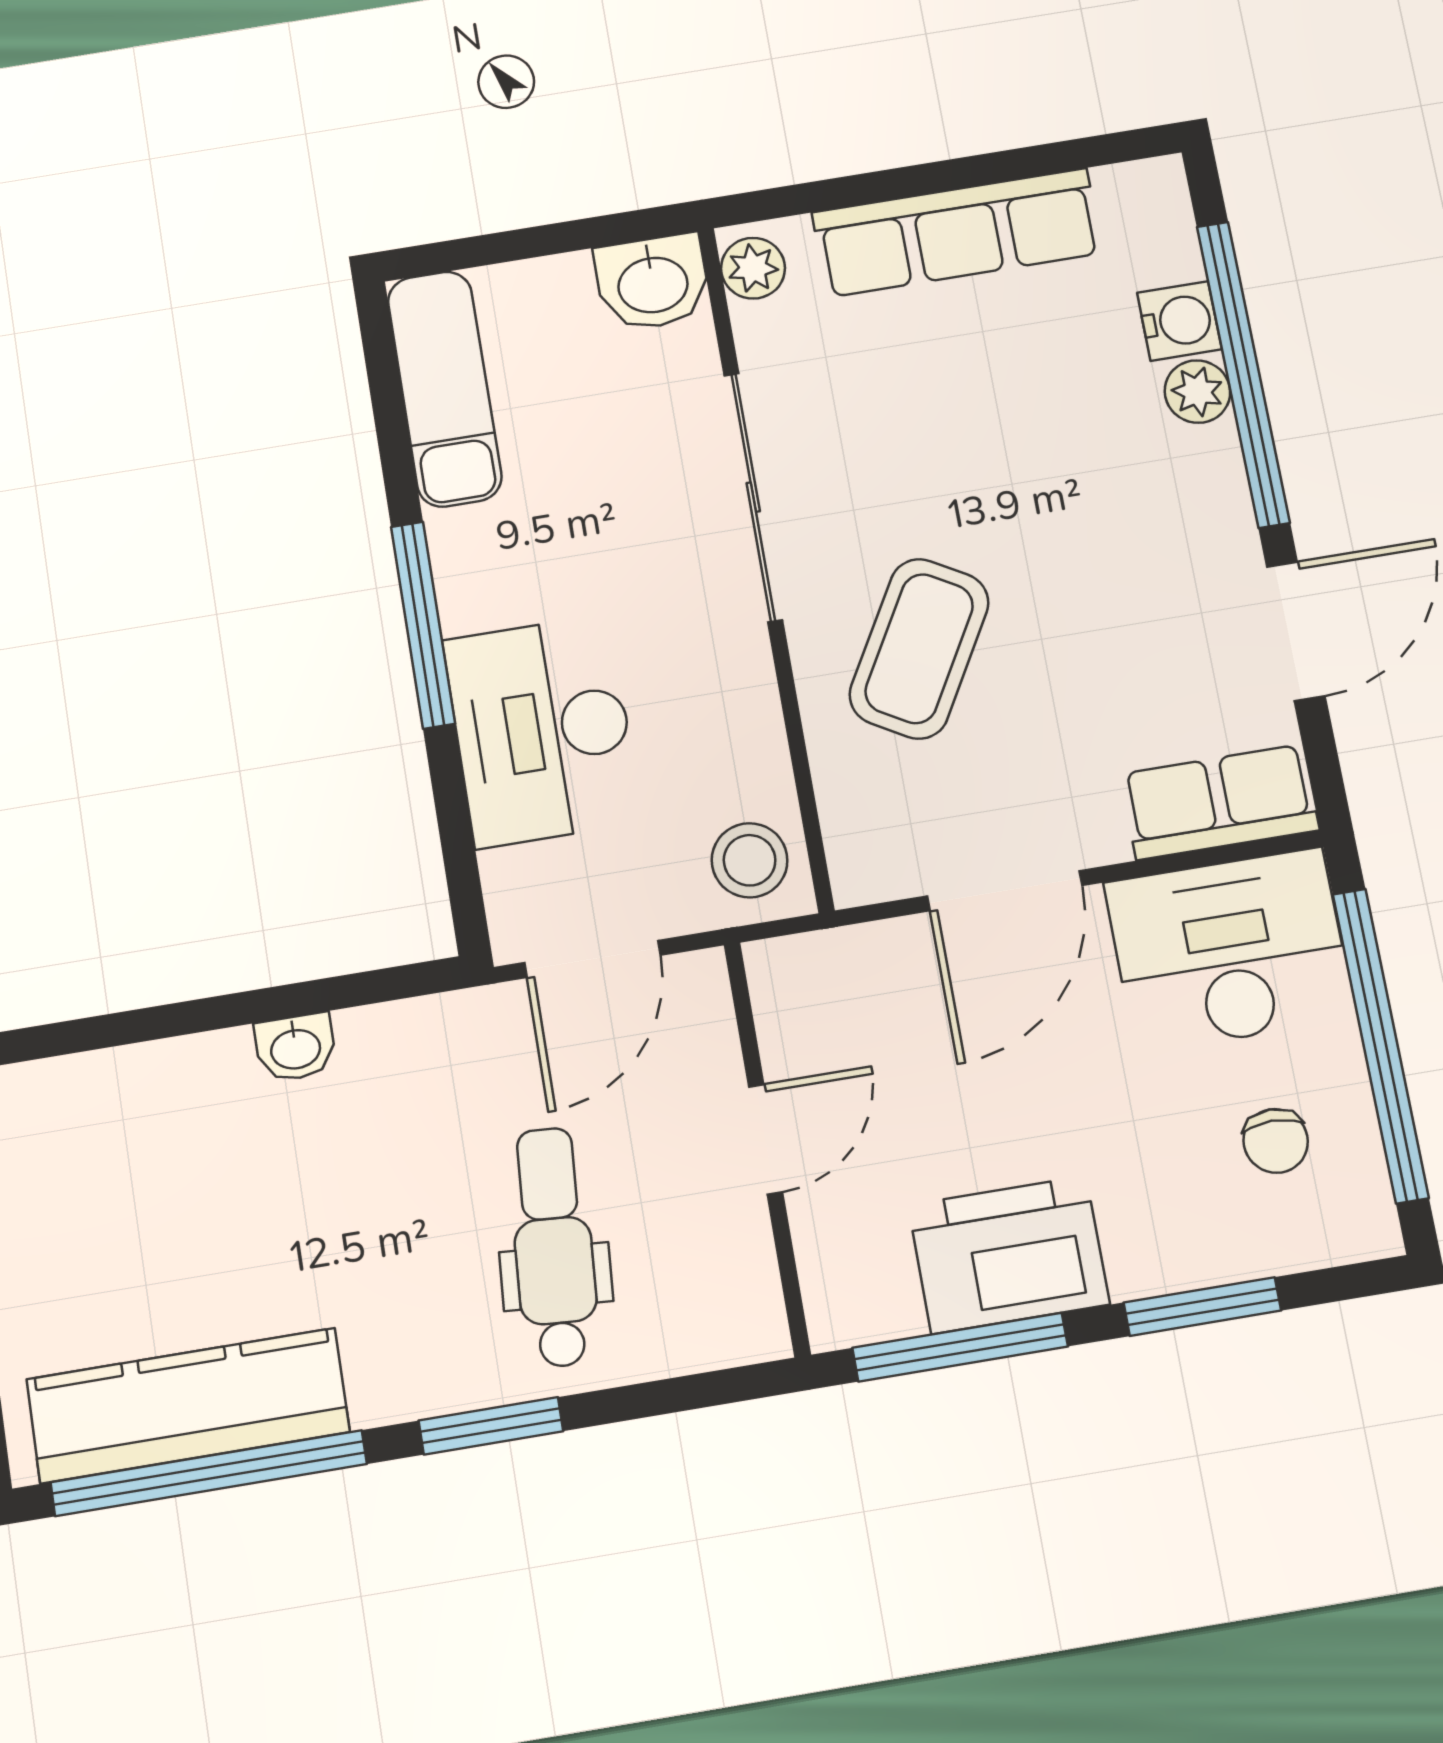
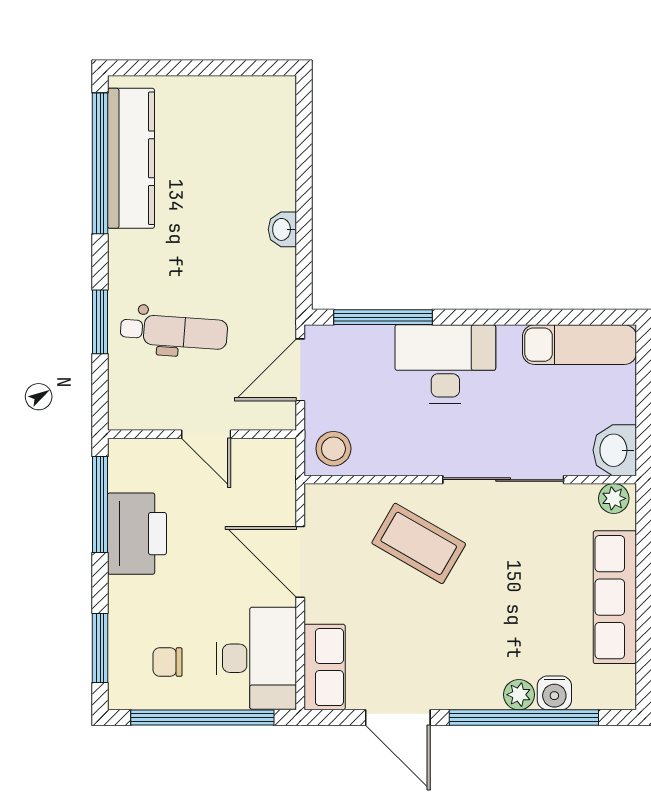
window: (423, 625) -> (383, 317), moved
desk: (542, 731) -> (445, 364), moved
door: (592, 959) -> (300, 370), hinge flipped
window: (1202, 1307) -> (100, 648), moved
window: (491, 1426) -> (100, 322), moved

